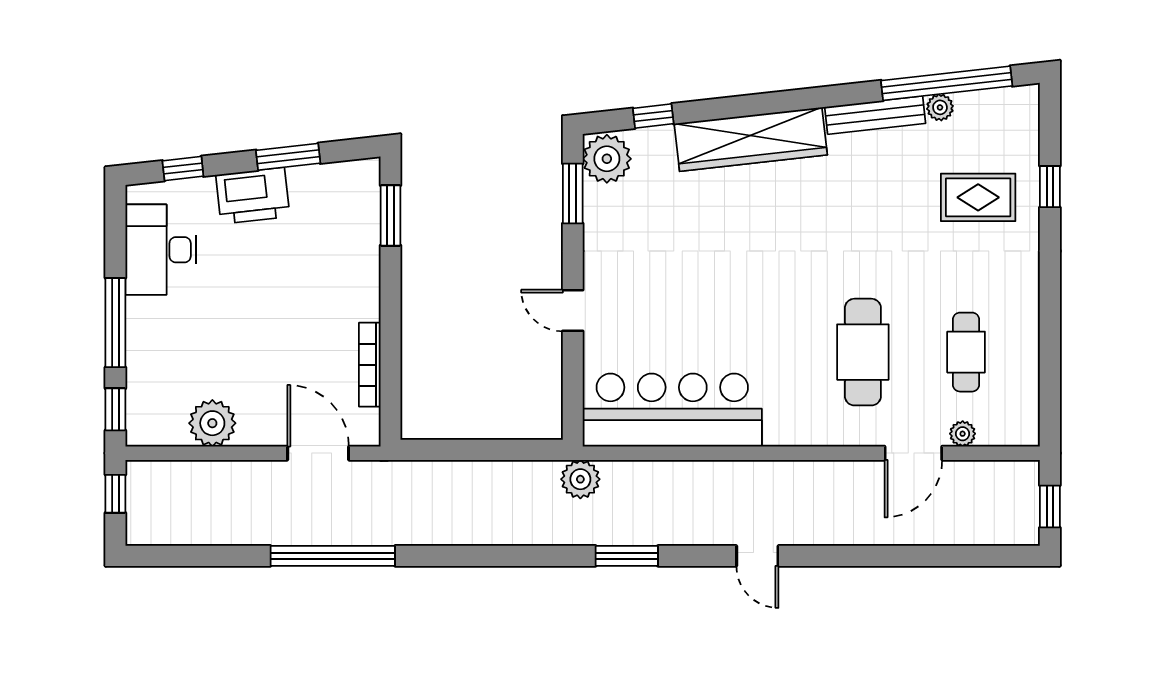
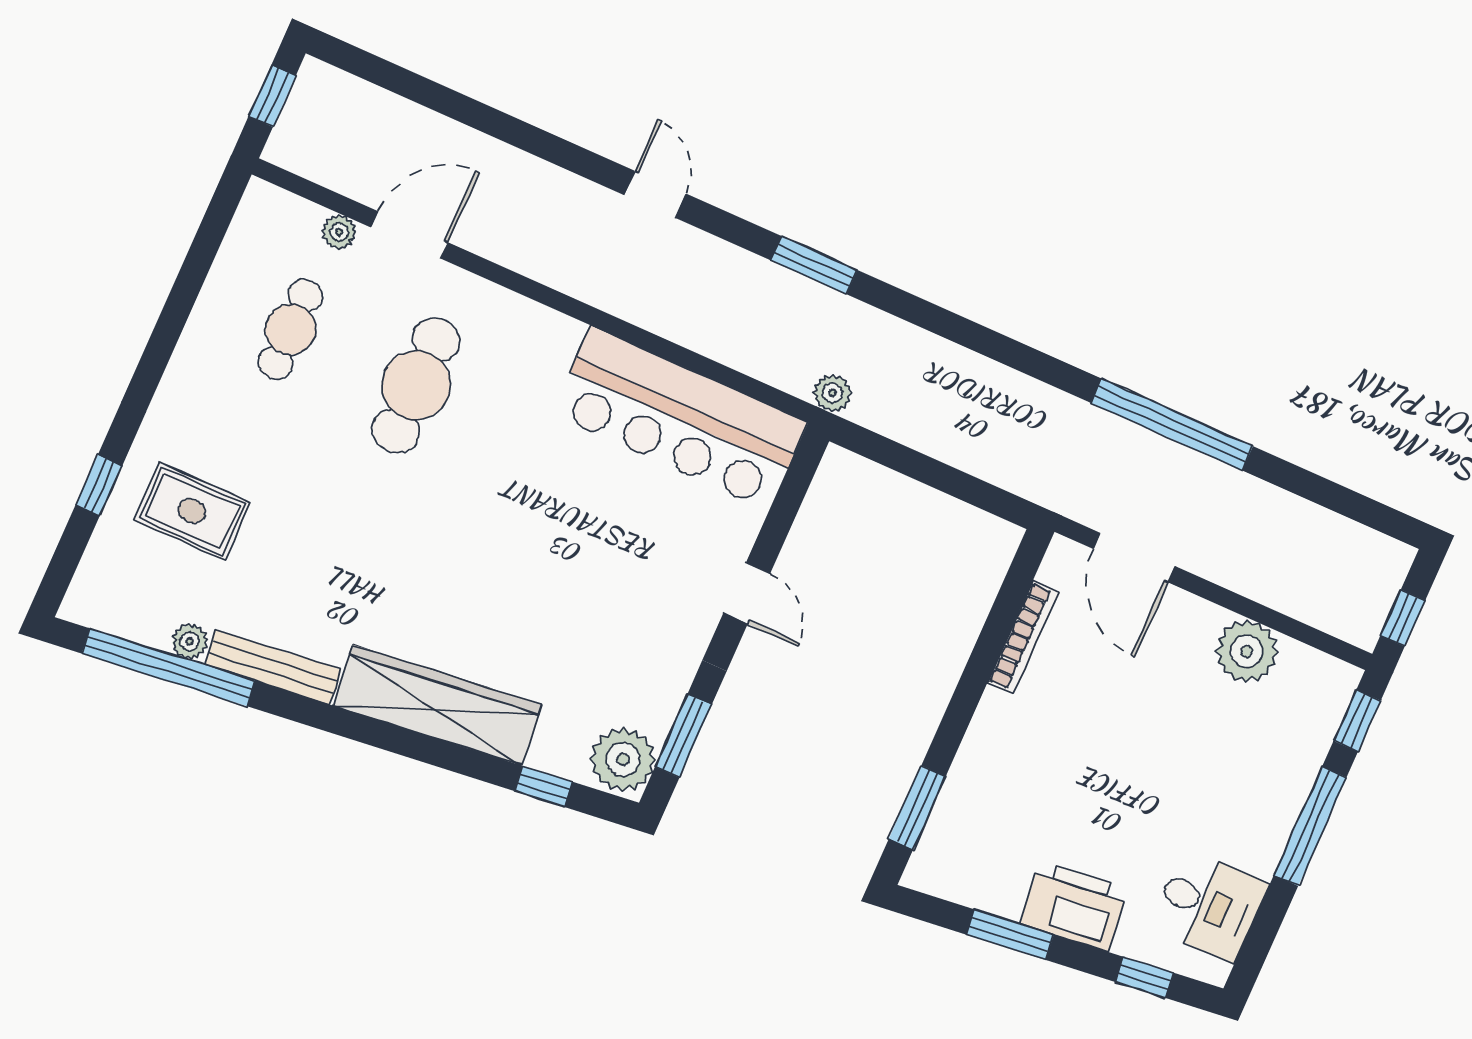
desk: (161, 250) -> (1209, 905), width x0.73
plant: (580, 479) -> (832, 393), width x0.73, depth x0.73

